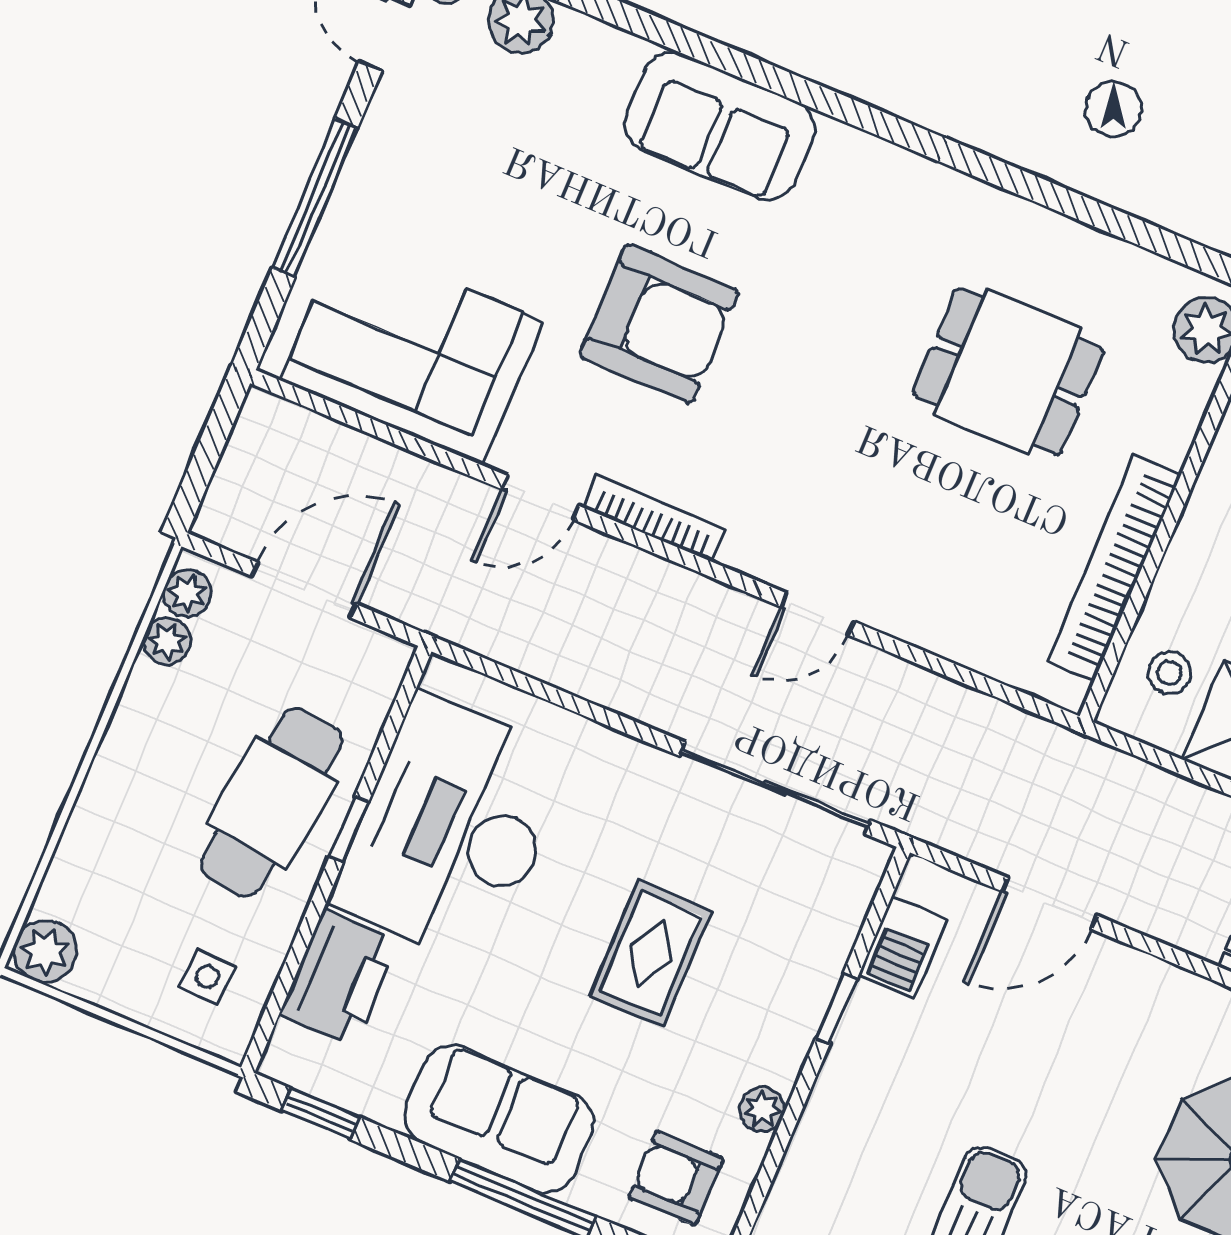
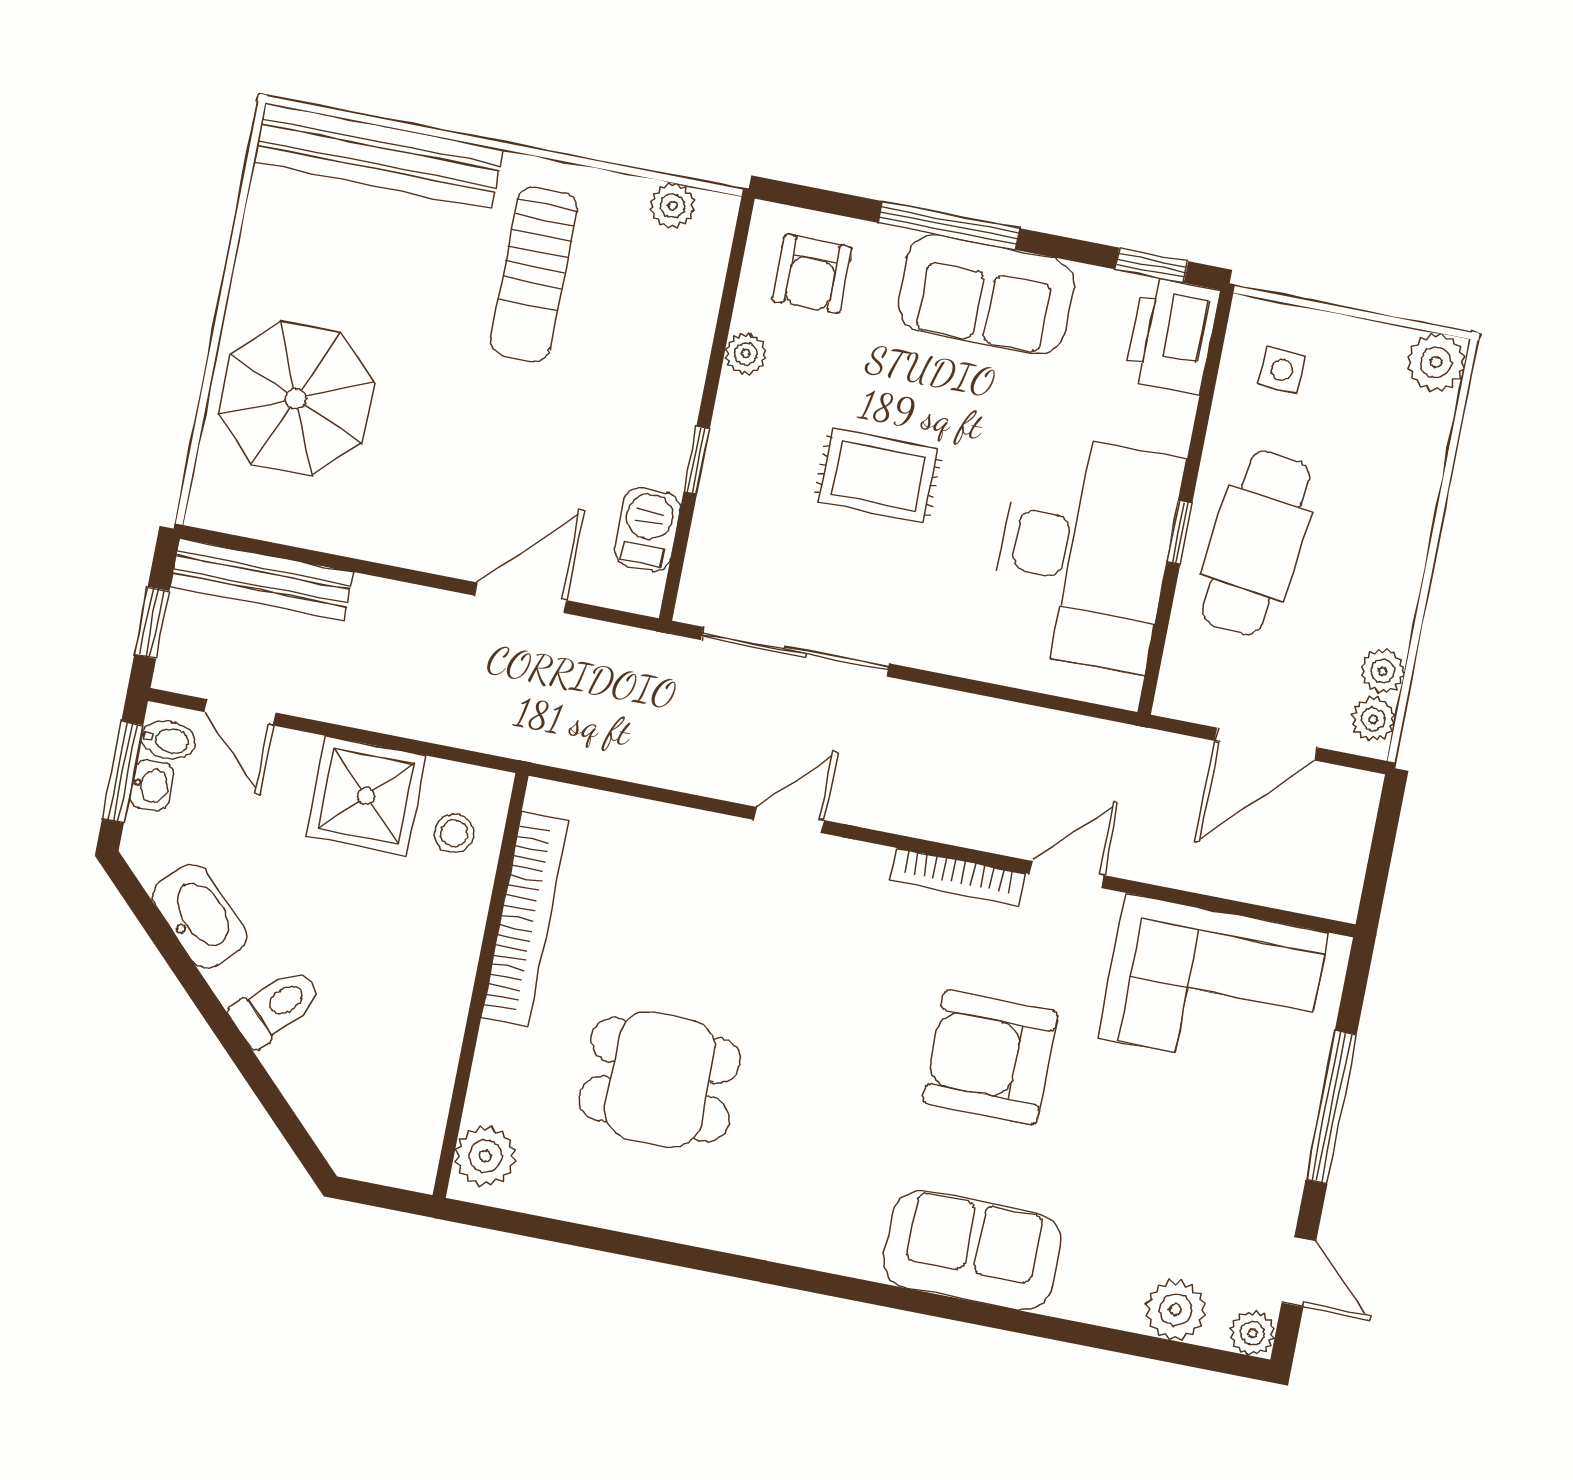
rug: (651, 954) -> (878, 476), turned 90
printer: (339, 978) -> (1172, 336), moved
armchair: (676, 1178) -> (812, 274), turned 90

